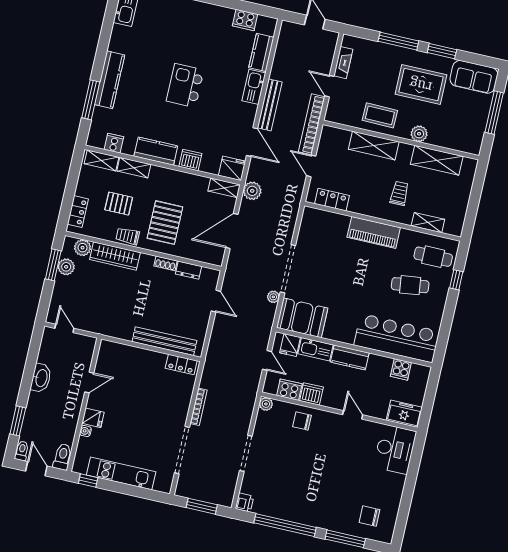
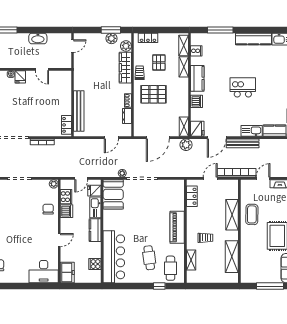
kitchen counter: (110, 80) -> (253, 39), moved
plant: (419, 134) -> (246, 242), removed
door: (232, 231) -> (158, 138), swing flipped

